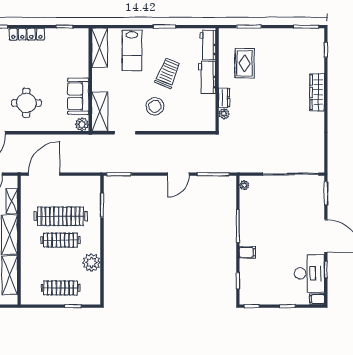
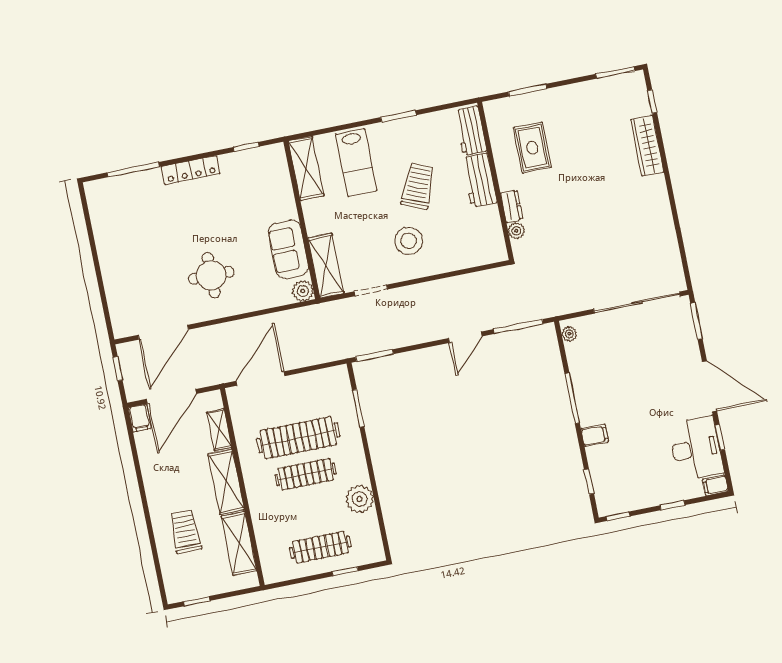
wardrobe: (317, 92) -> (647, 146), moved

